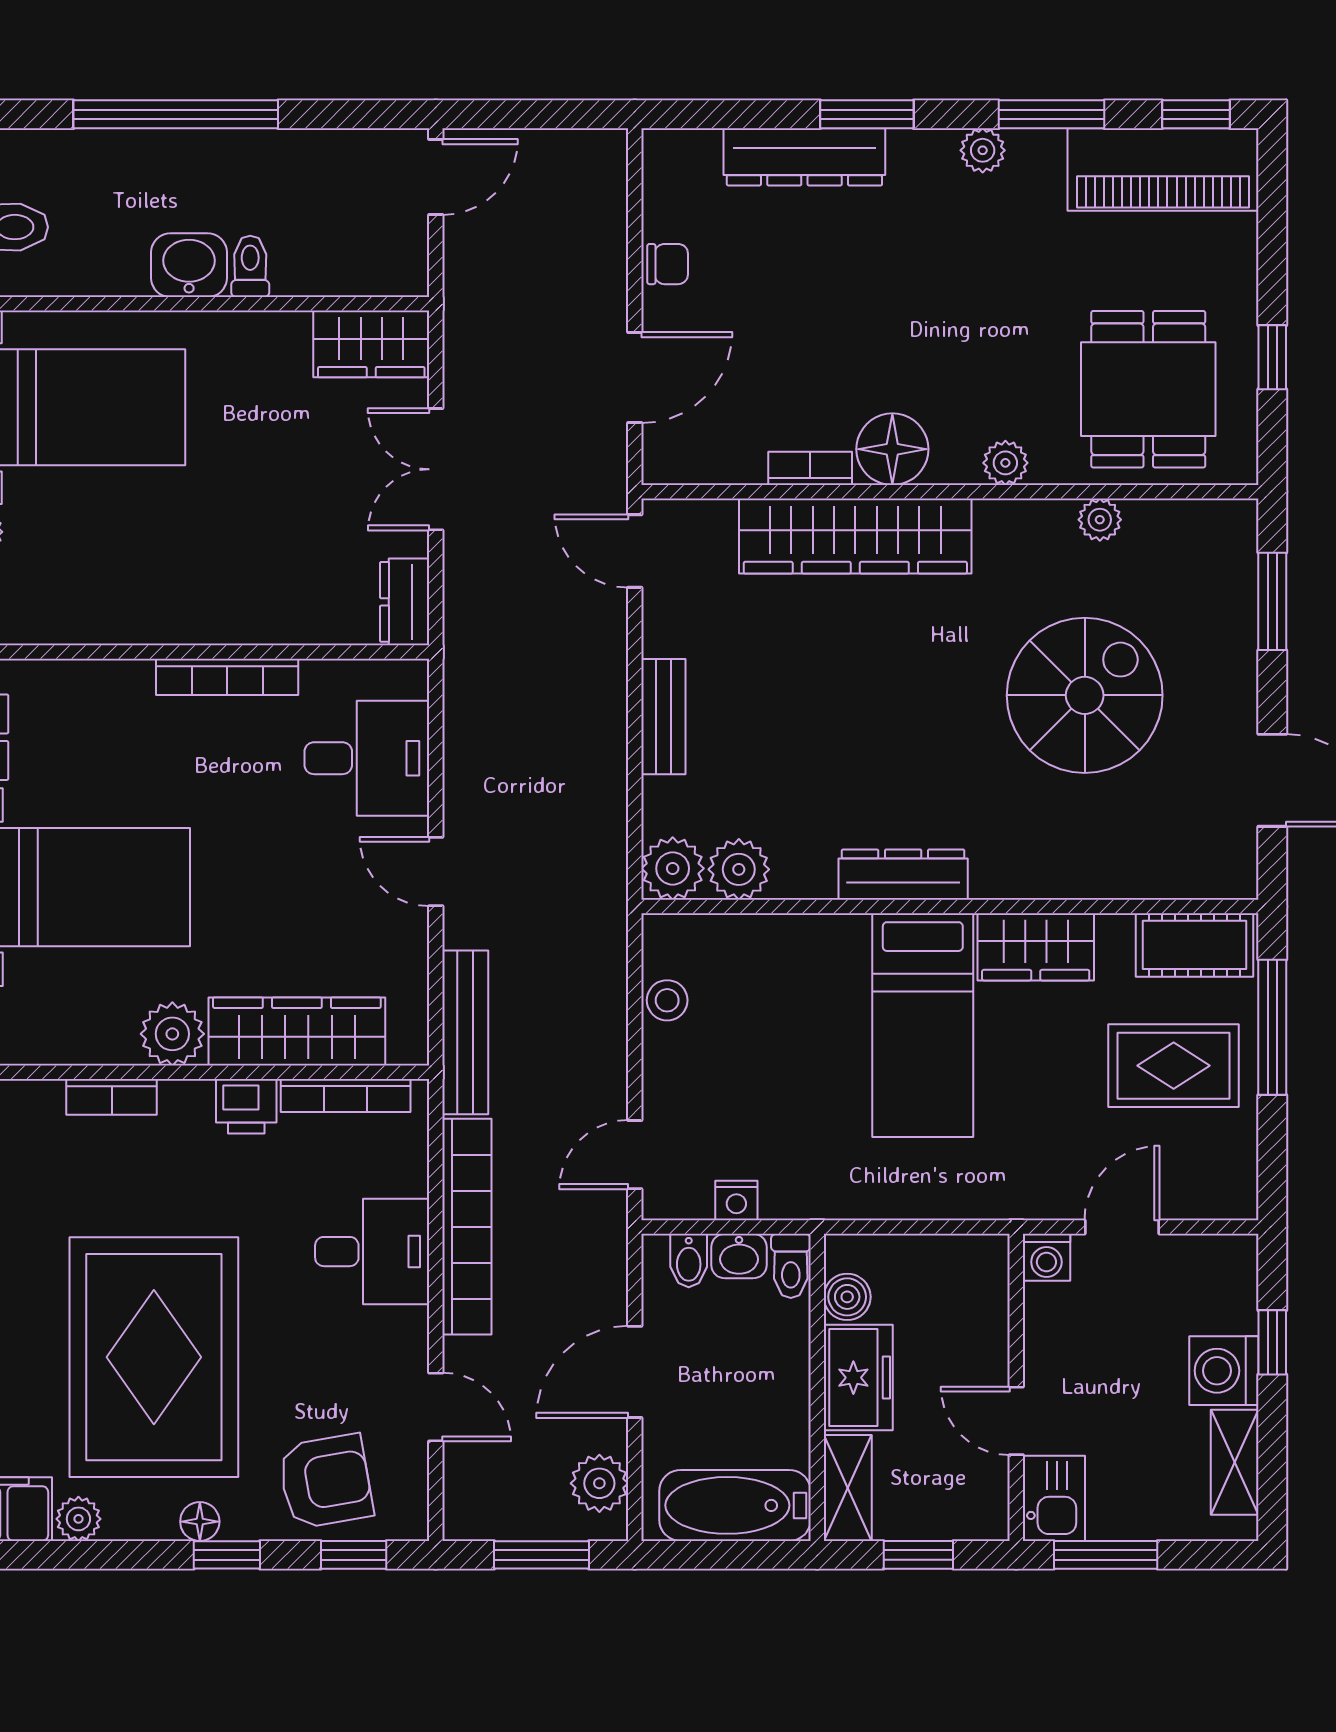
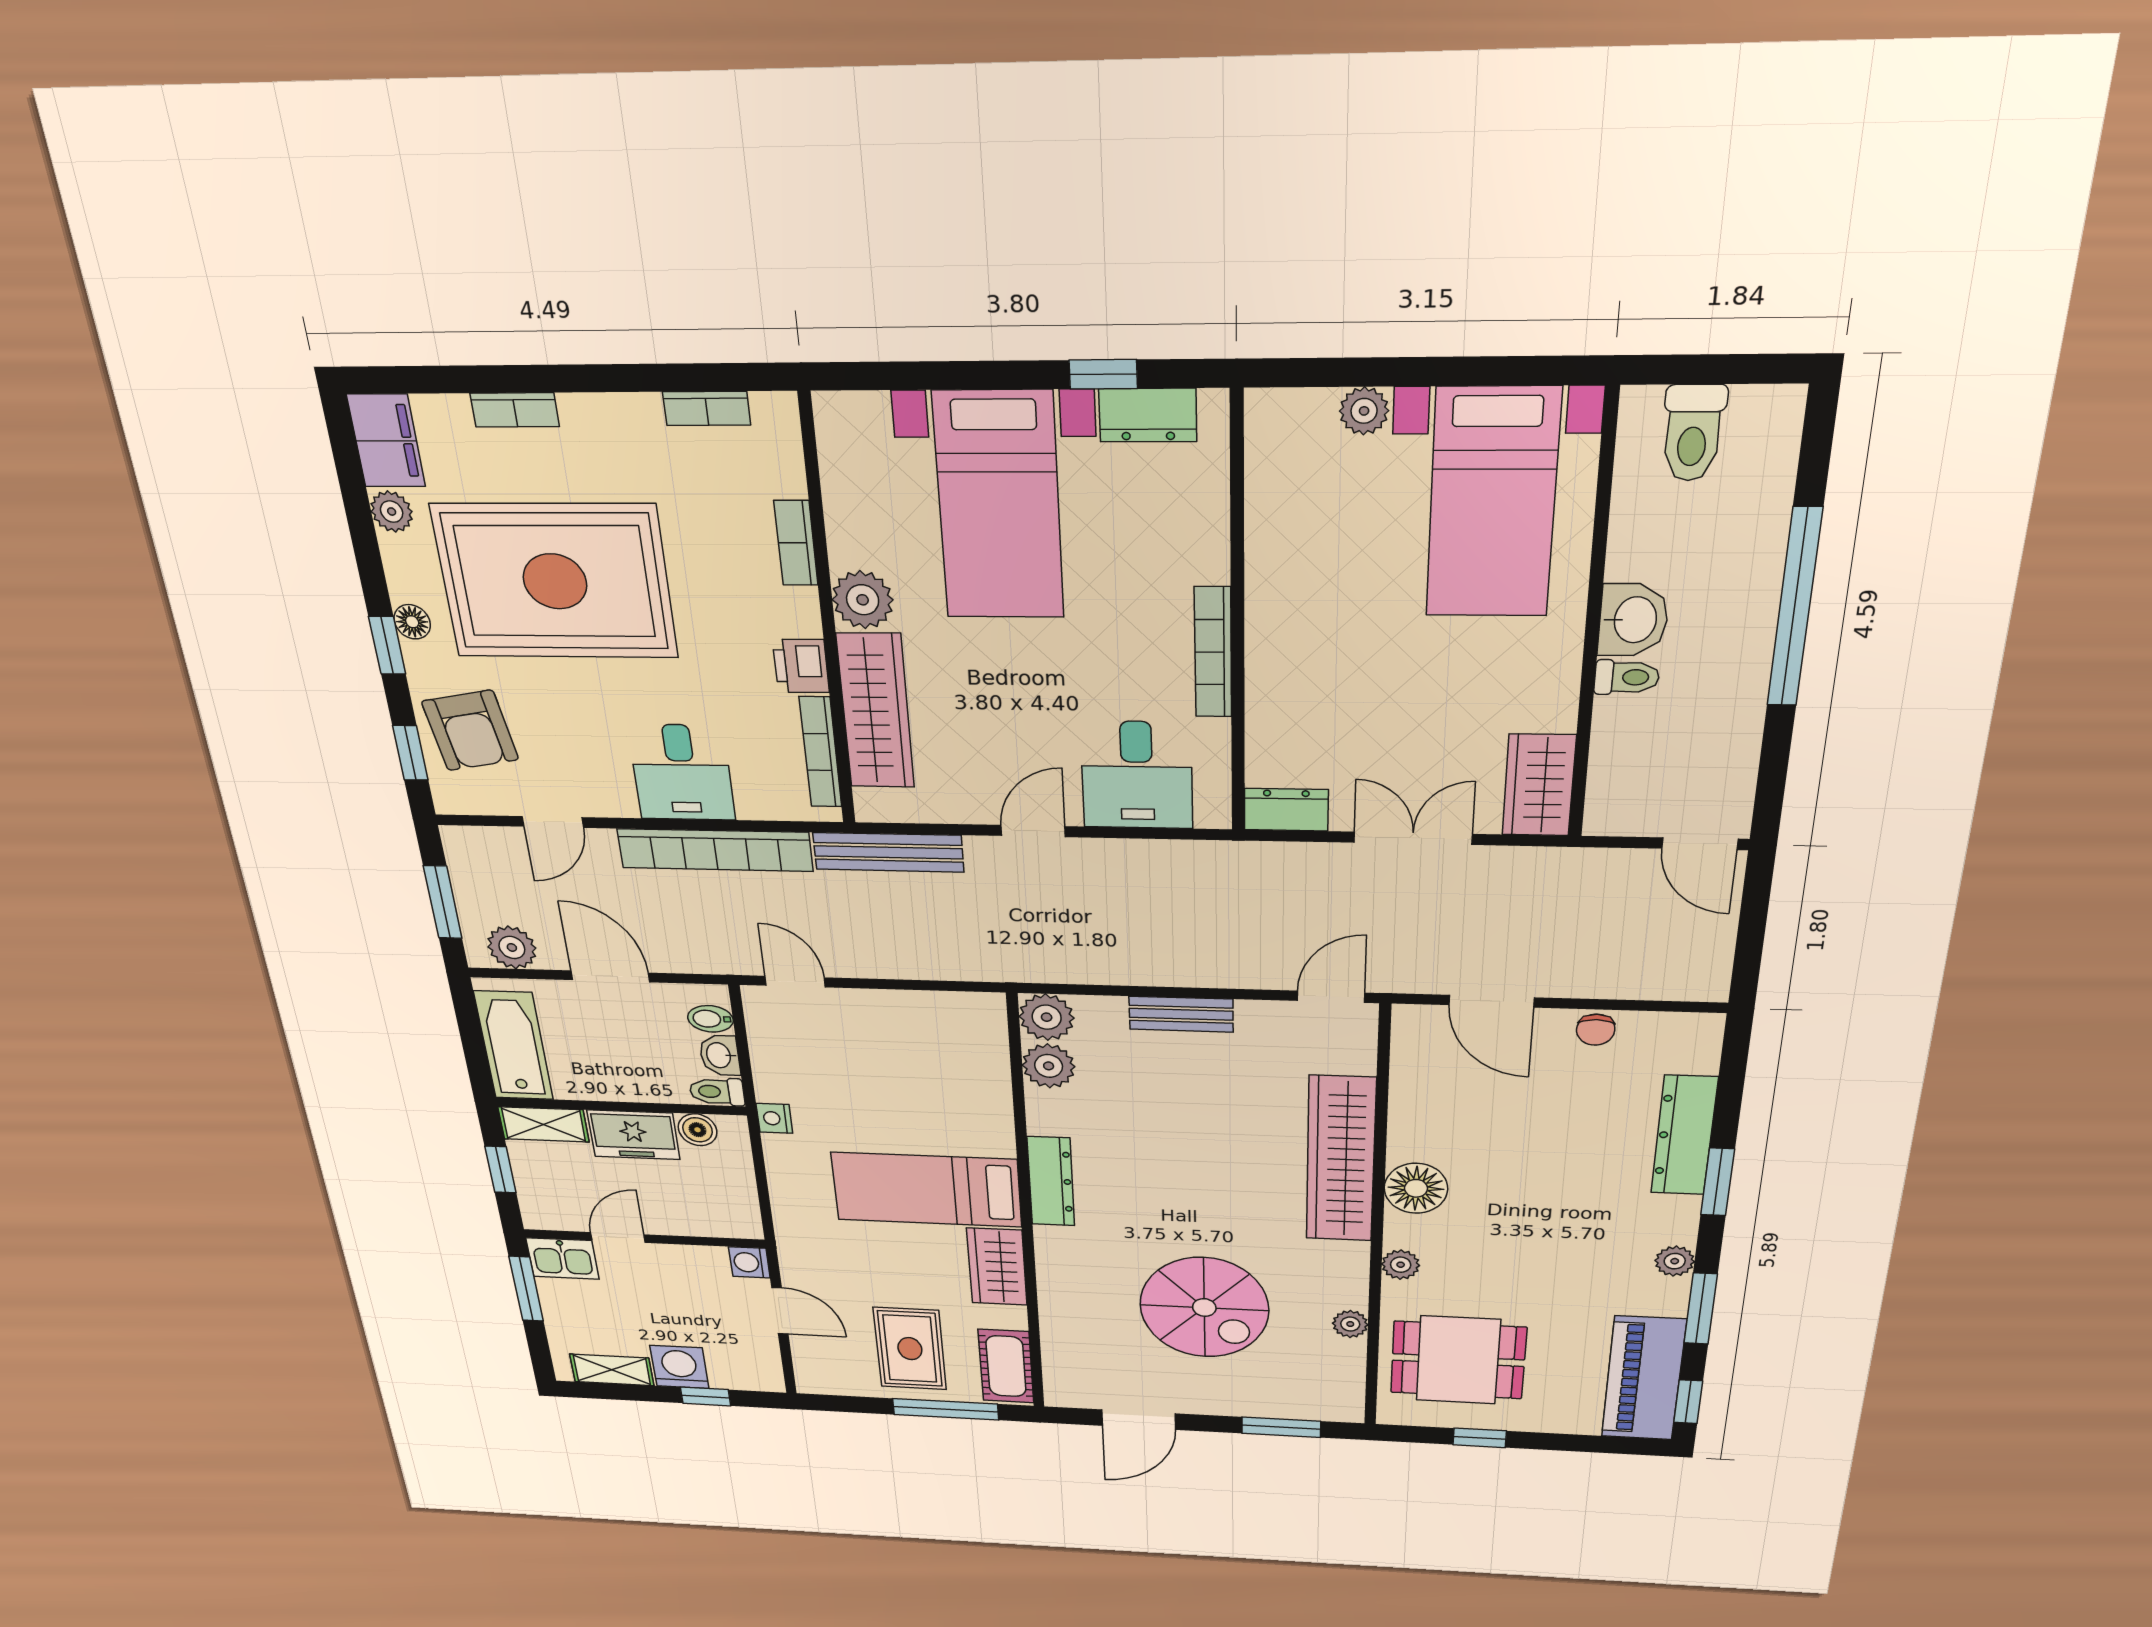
bookcase: (810, 468) -> (1402, 1130), removed
stool: (667, 1000) -> (931, 1010), removed
nightstand: (736, 1201) -> (774, 1118), moved

